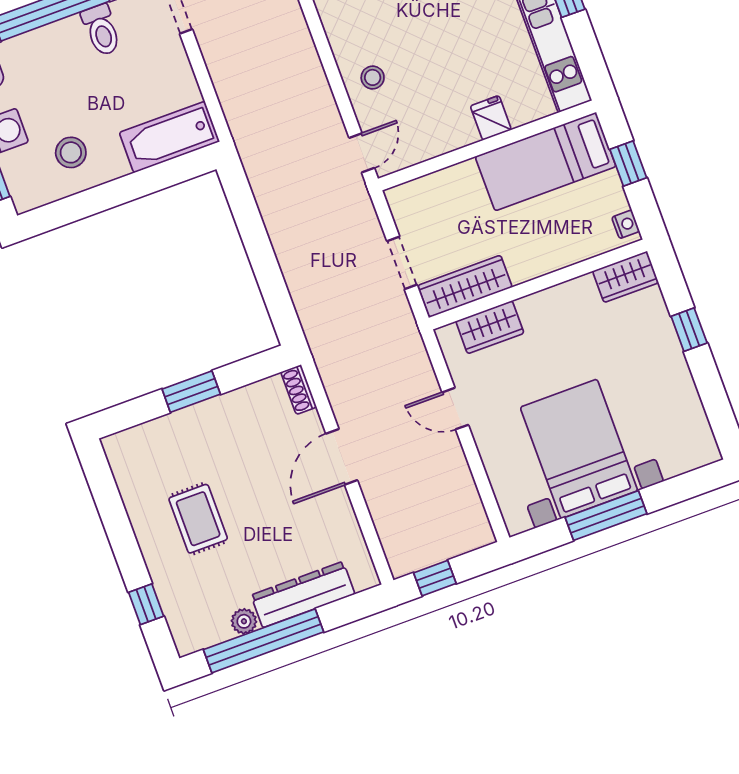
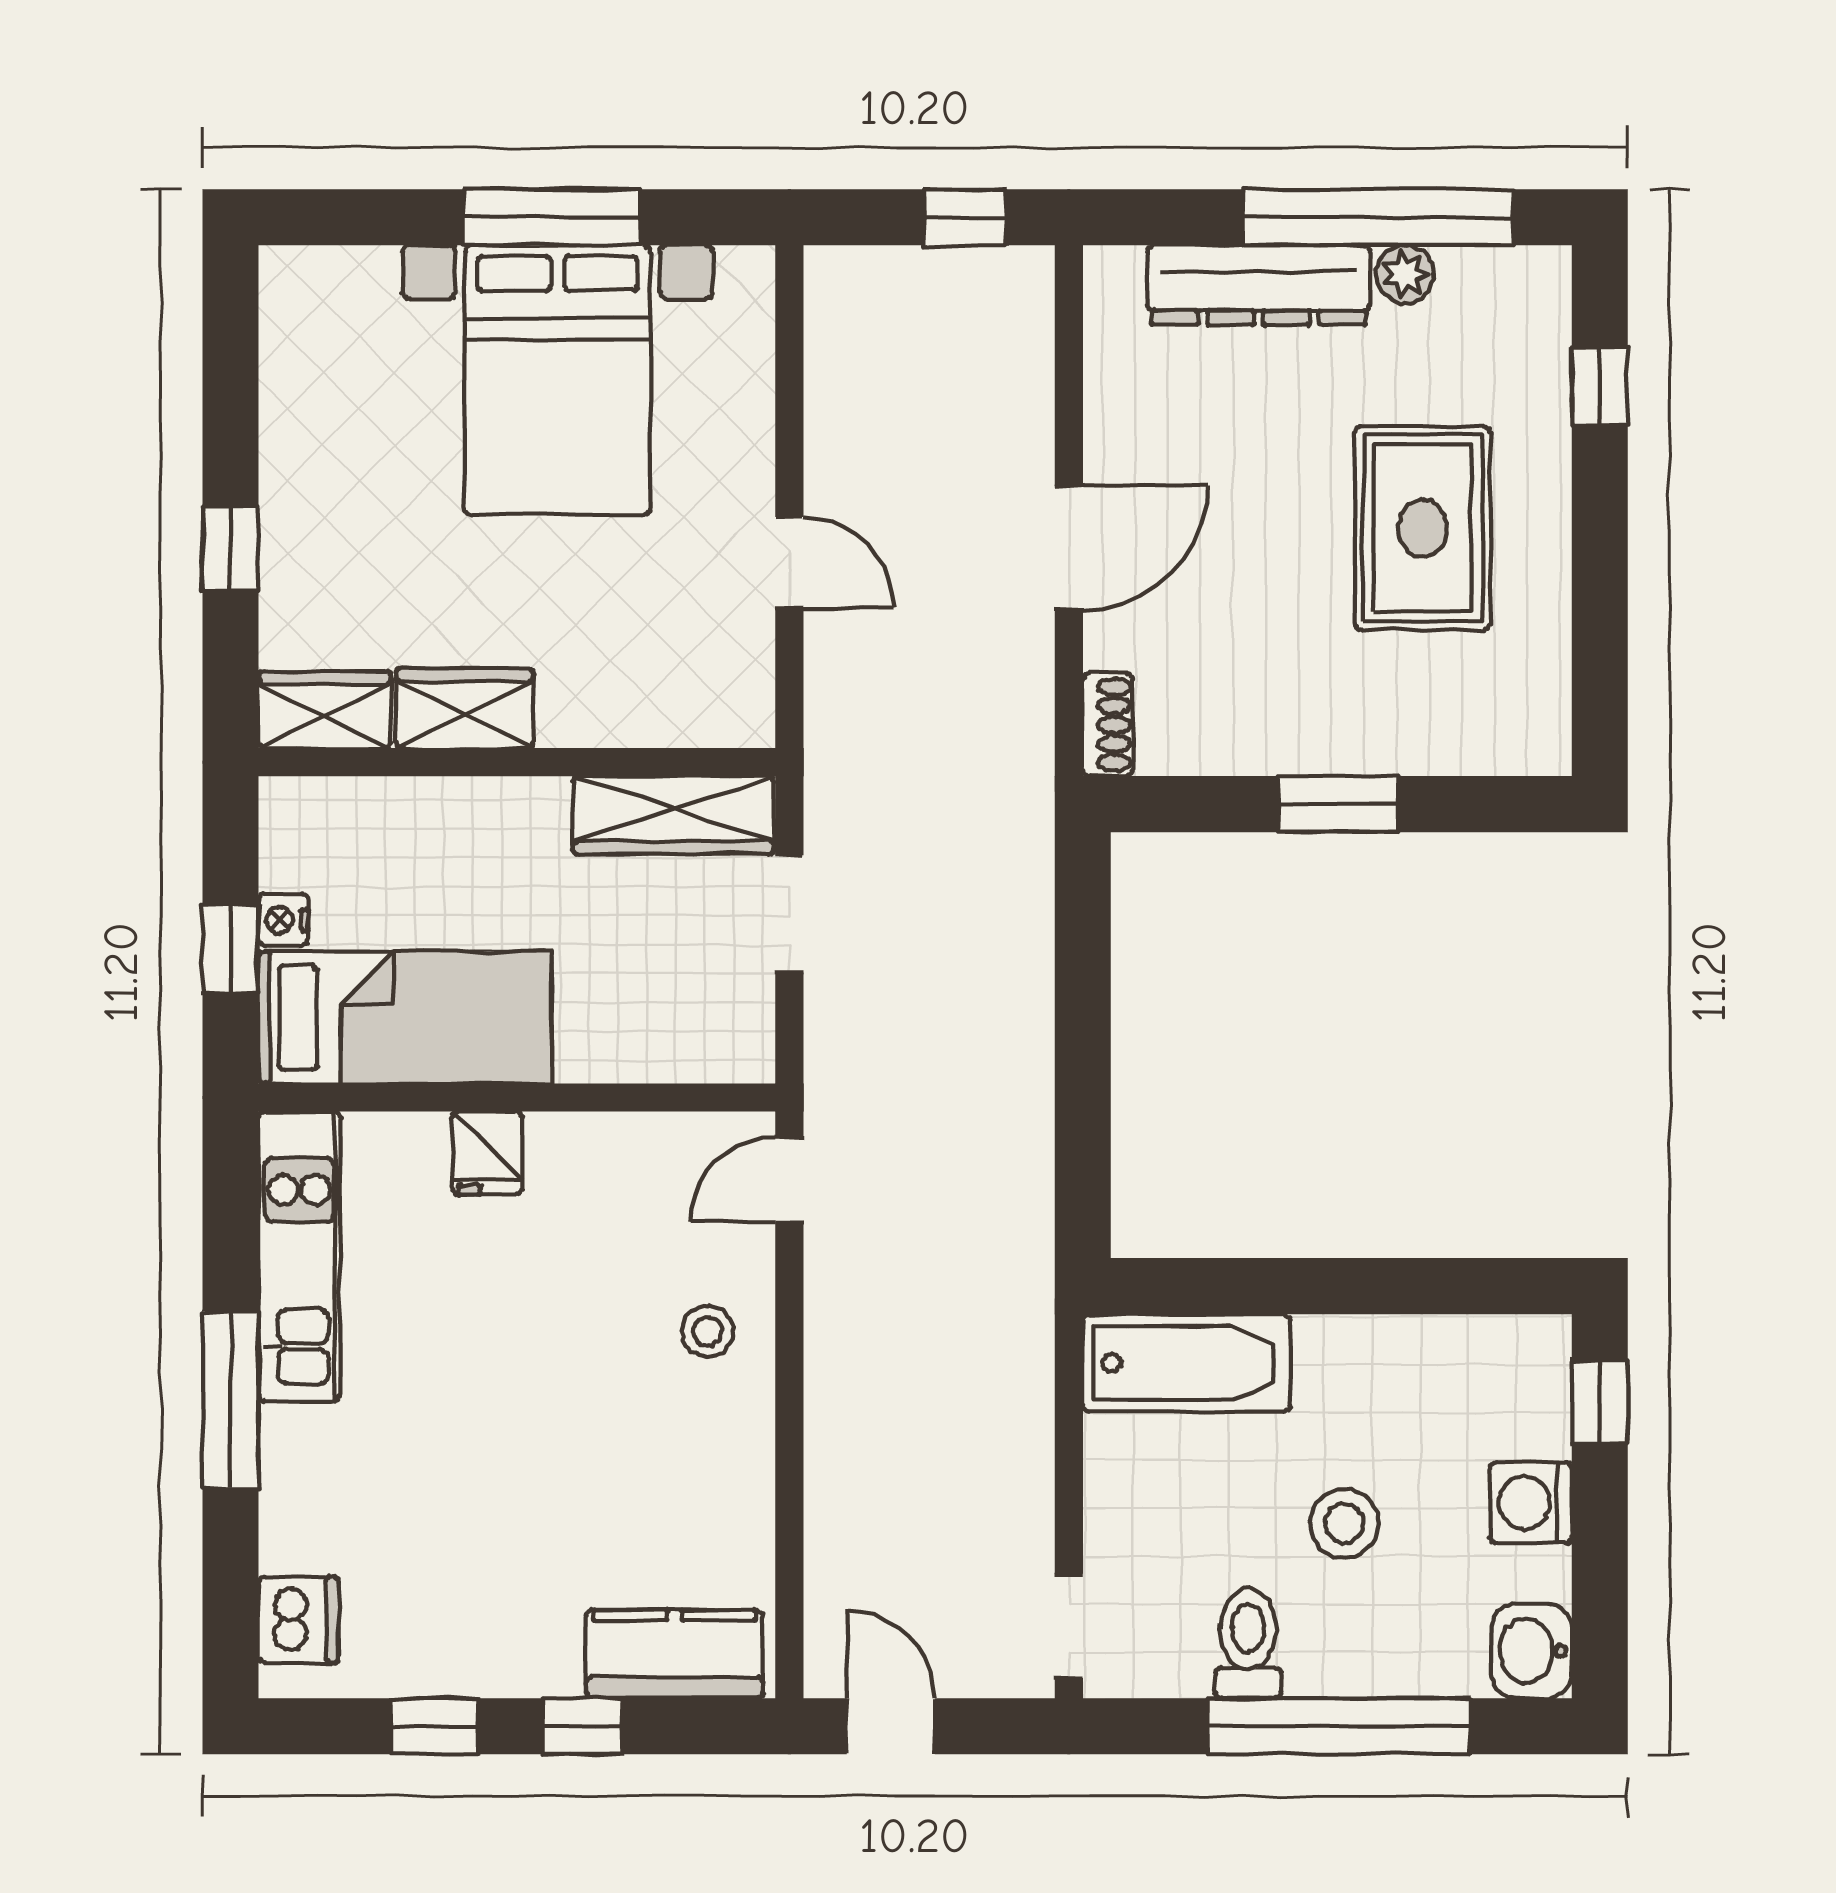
stool: (71, 152) -> (1344, 1523), moved
nightstand: (626, 224) -> (283, 920), moved
wardrobe: (490, 327) -> (465, 709), moved
rug: (198, 519) -> (1423, 528), width x1.36, depth x1.43

